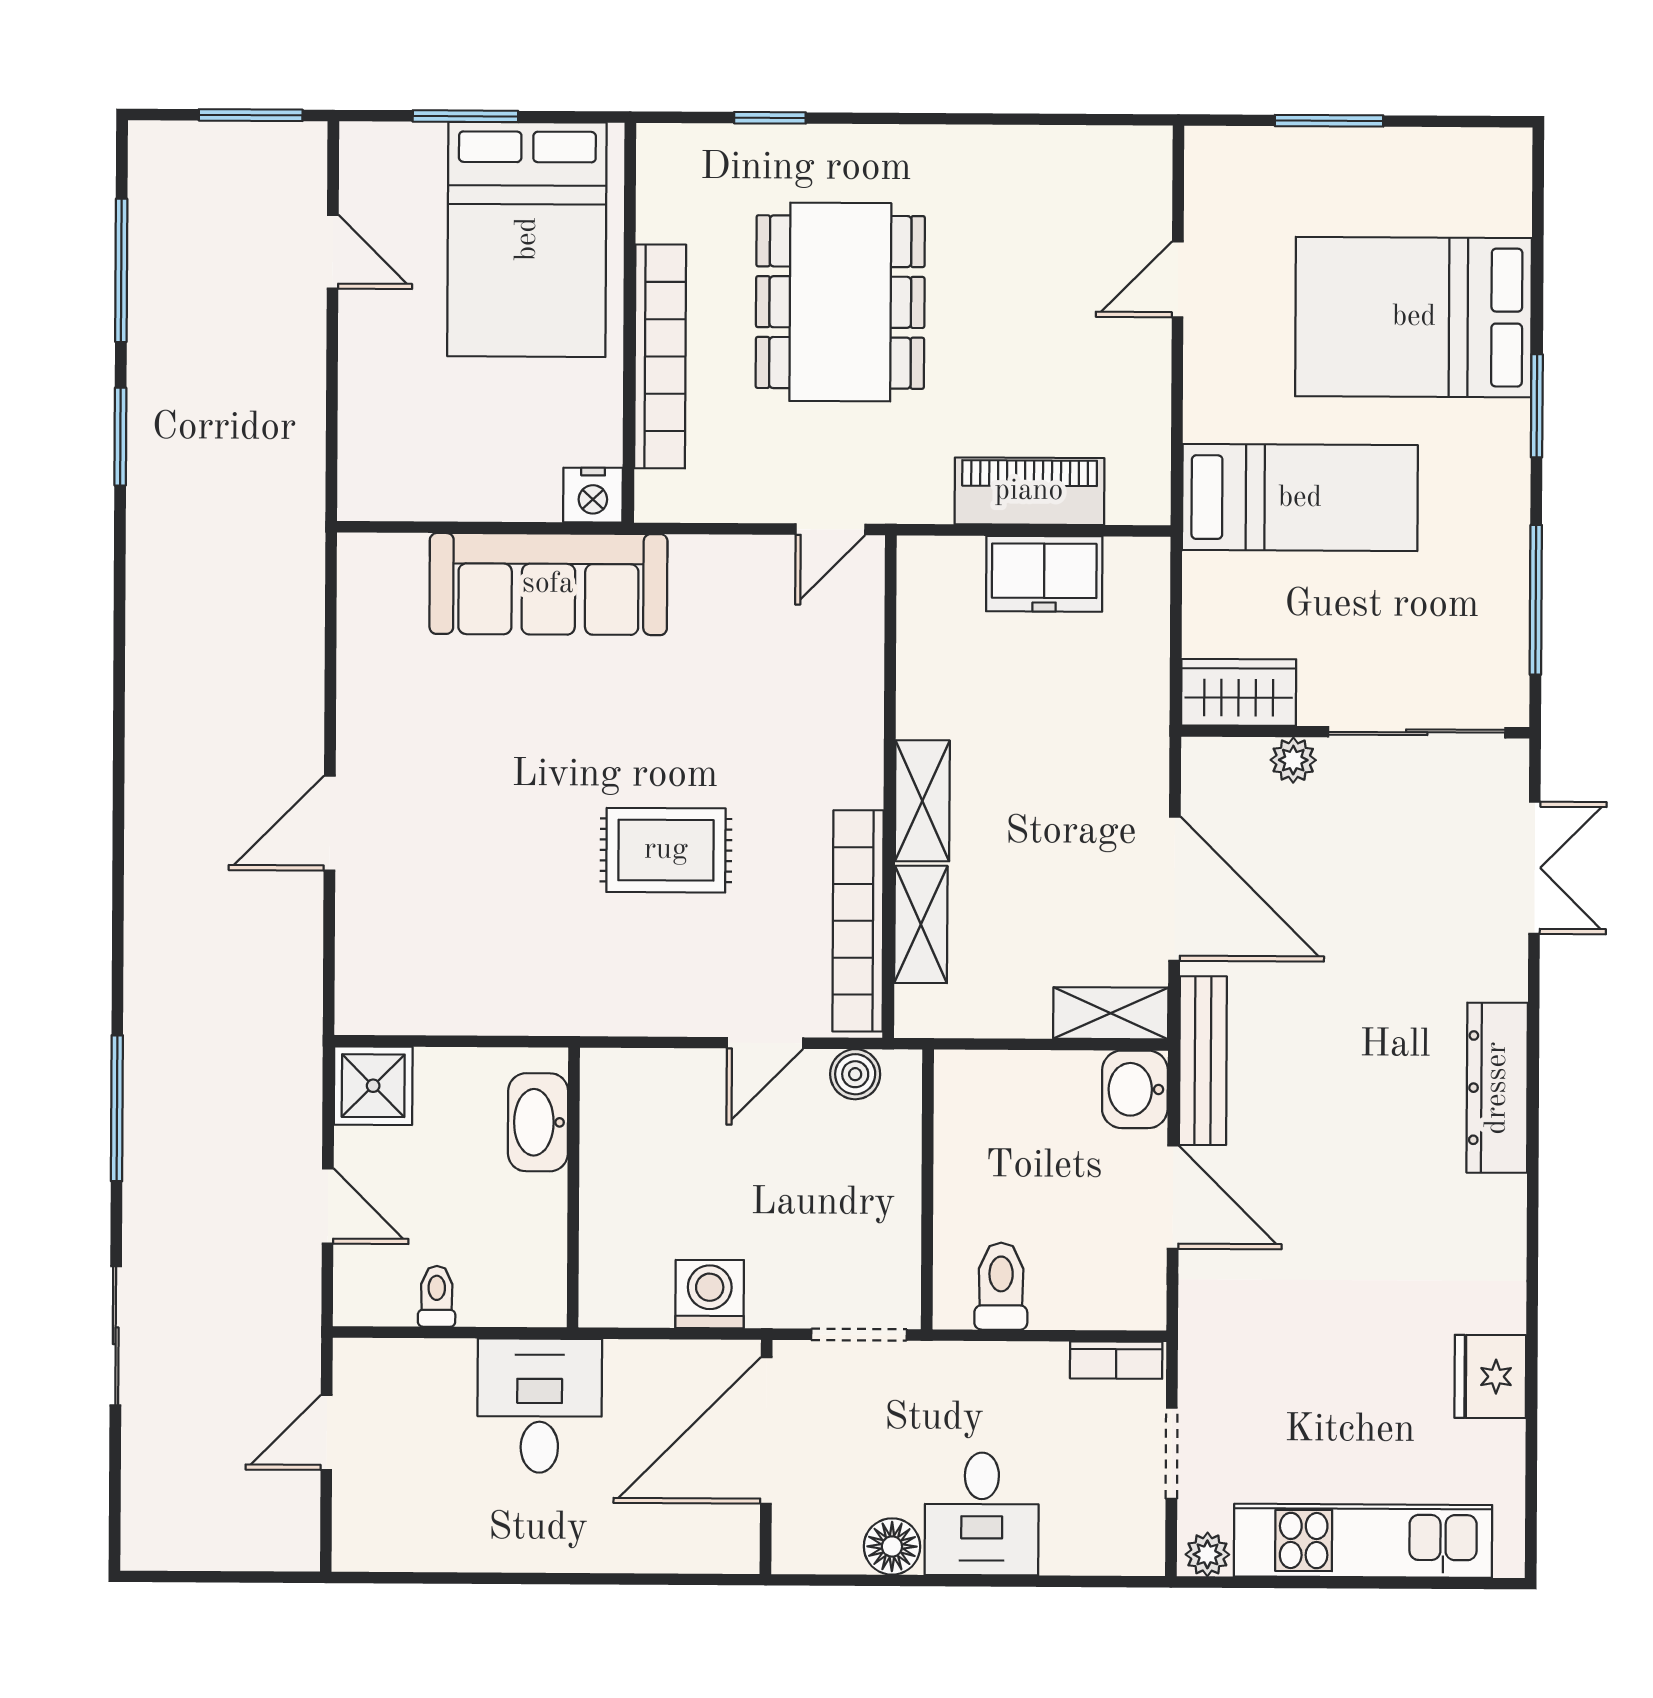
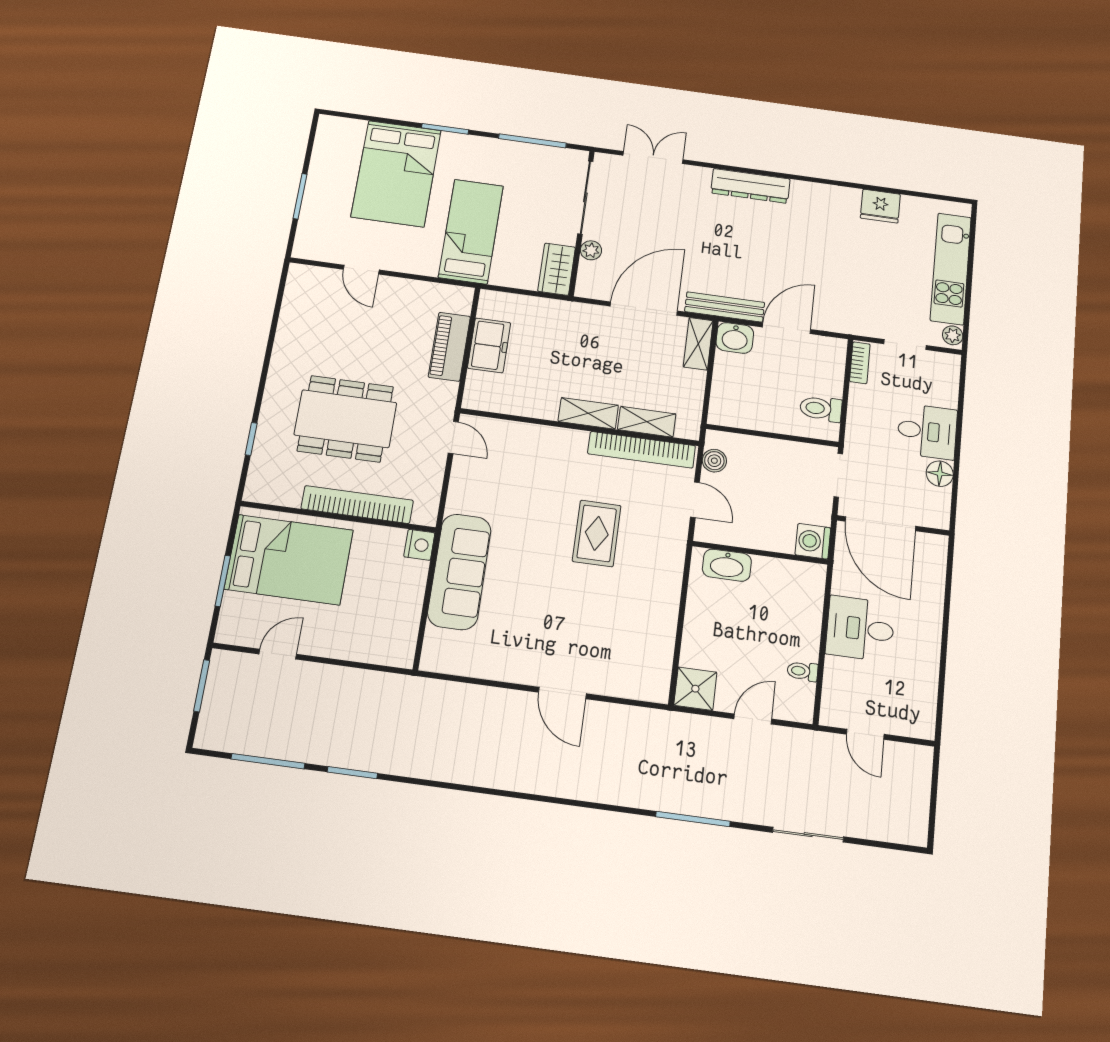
washbasin: (538, 1122) -> (727, 565), moved
wall: (573, 1188) -> (760, 553), moved

